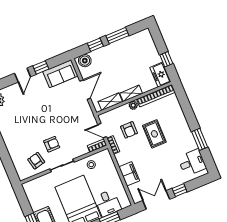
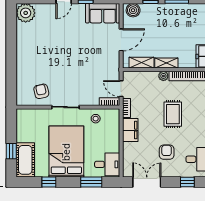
armchair: (129, 130) -> (167, 152), moved, turned 180
armchair: (52, 144) -> (64, 81), removed
filing cabinet: (129, 174) -> (130, 130), moved
window: (180, 190) -> (187, 182), moved
desk: (108, 203) -> (107, 164), moved, turned -90

